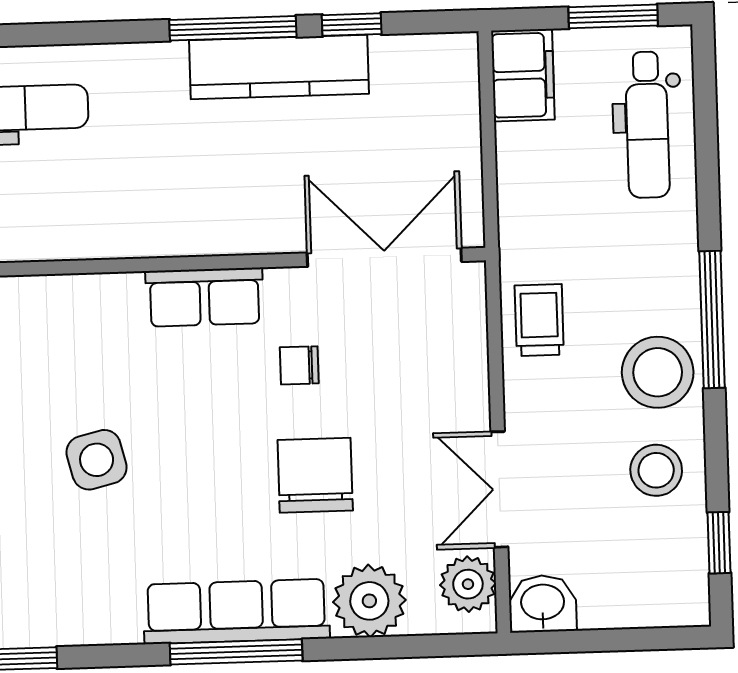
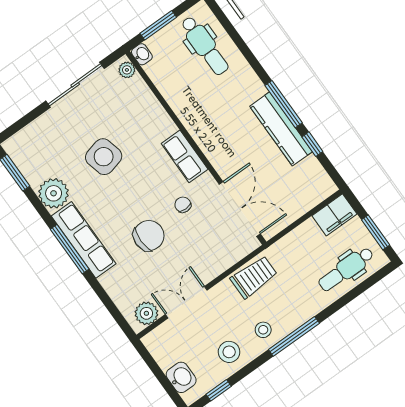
trolley: (539, 320) -> (254, 277), width x1.36, depth x1.39
stool: (658, 372) -> (263, 330), width x0.53, depth x0.53
side table: (97, 460) -> (104, 157), width x1.37, depth x1.37
plant: (369, 601) -> (54, 193), moved
washbasin: (543, 604) -> (181, 377), moved

